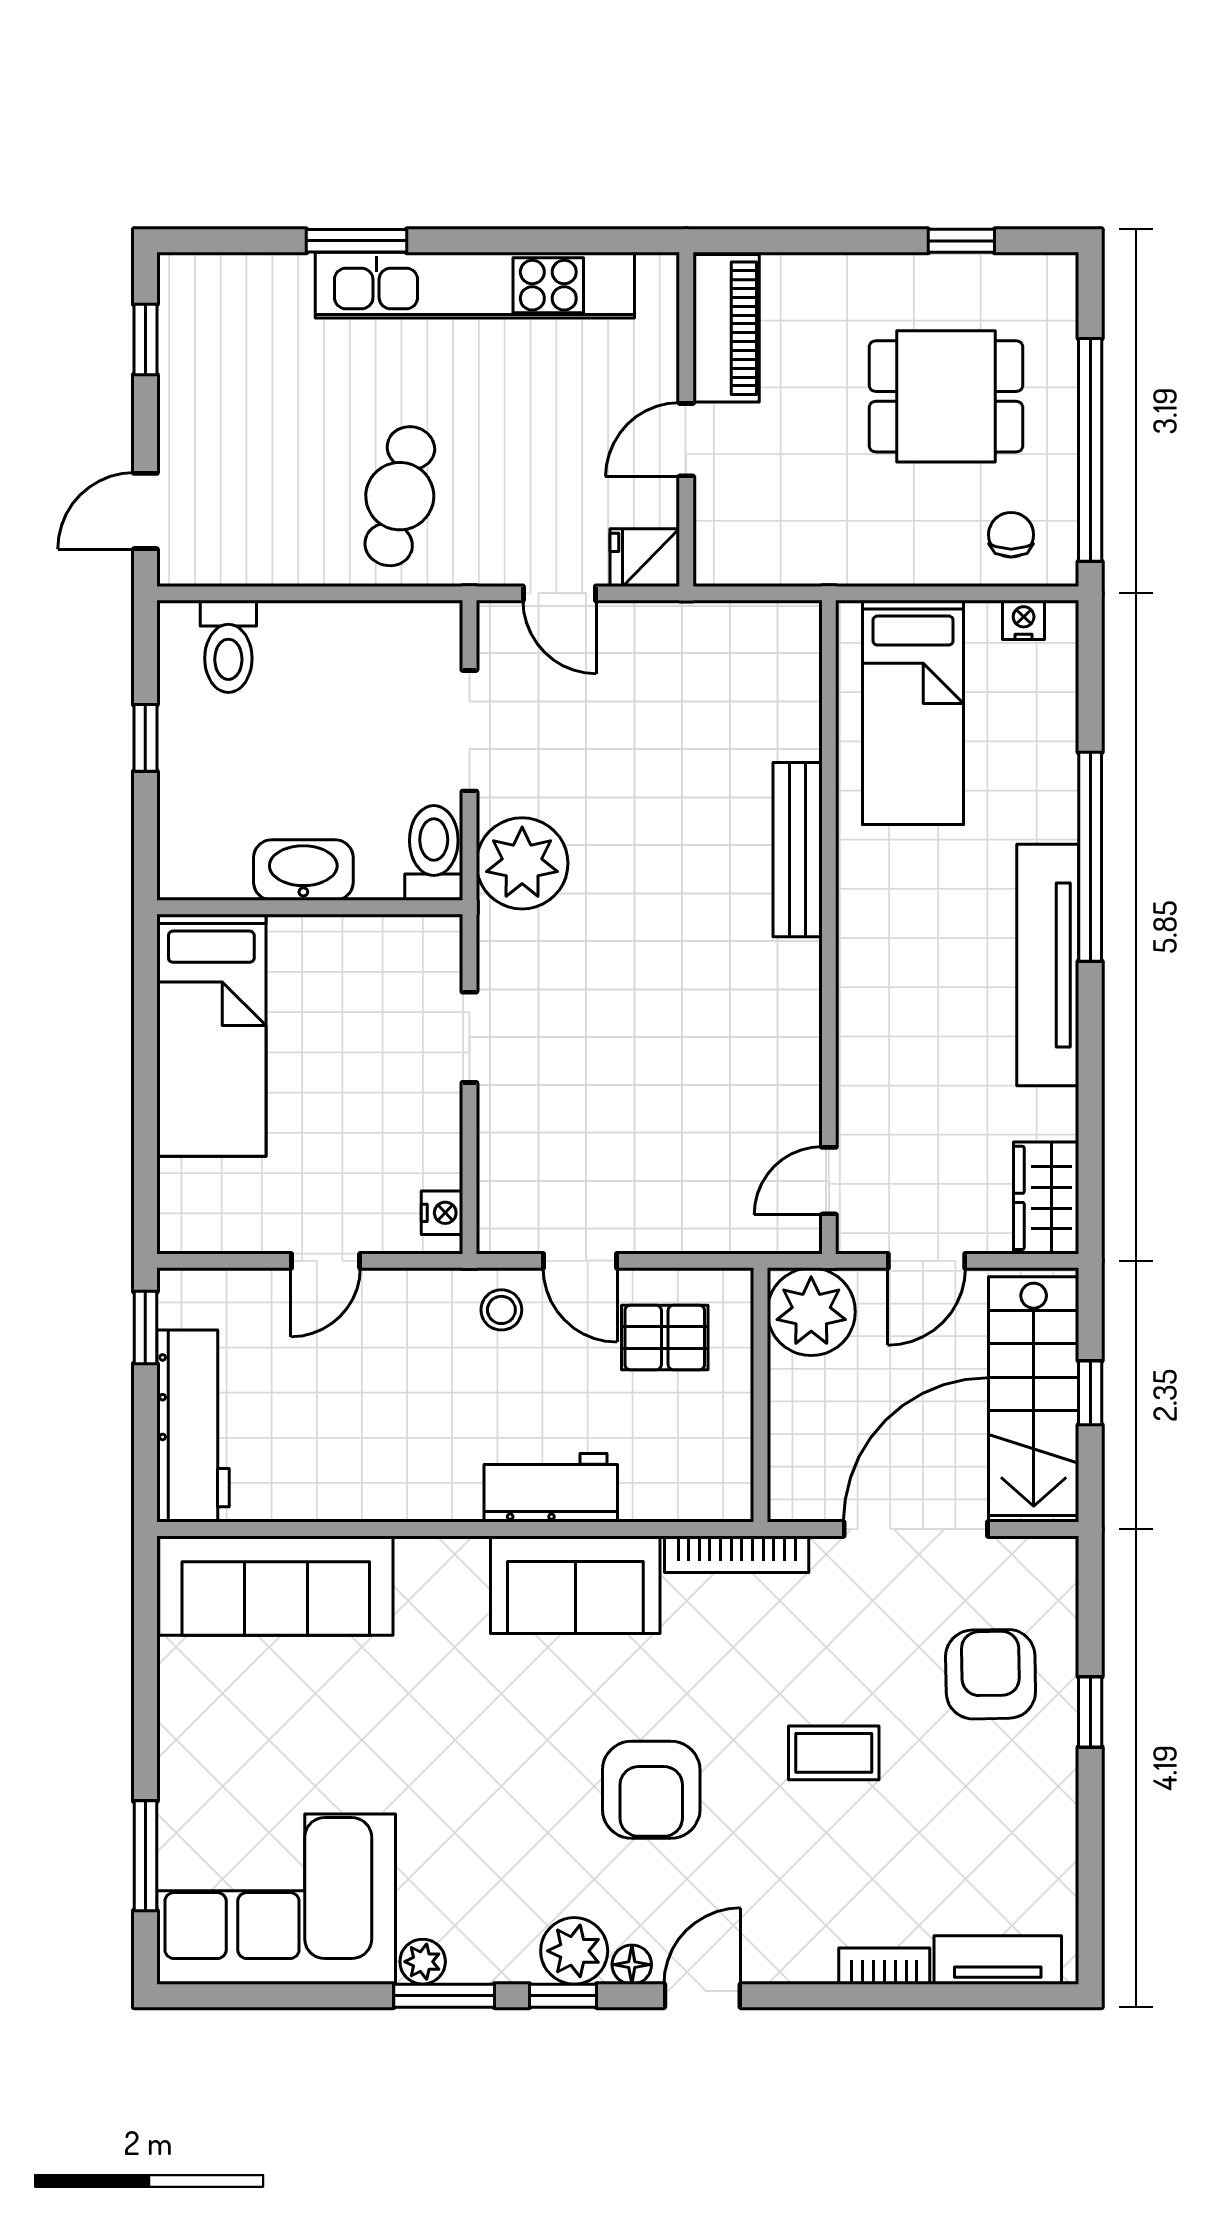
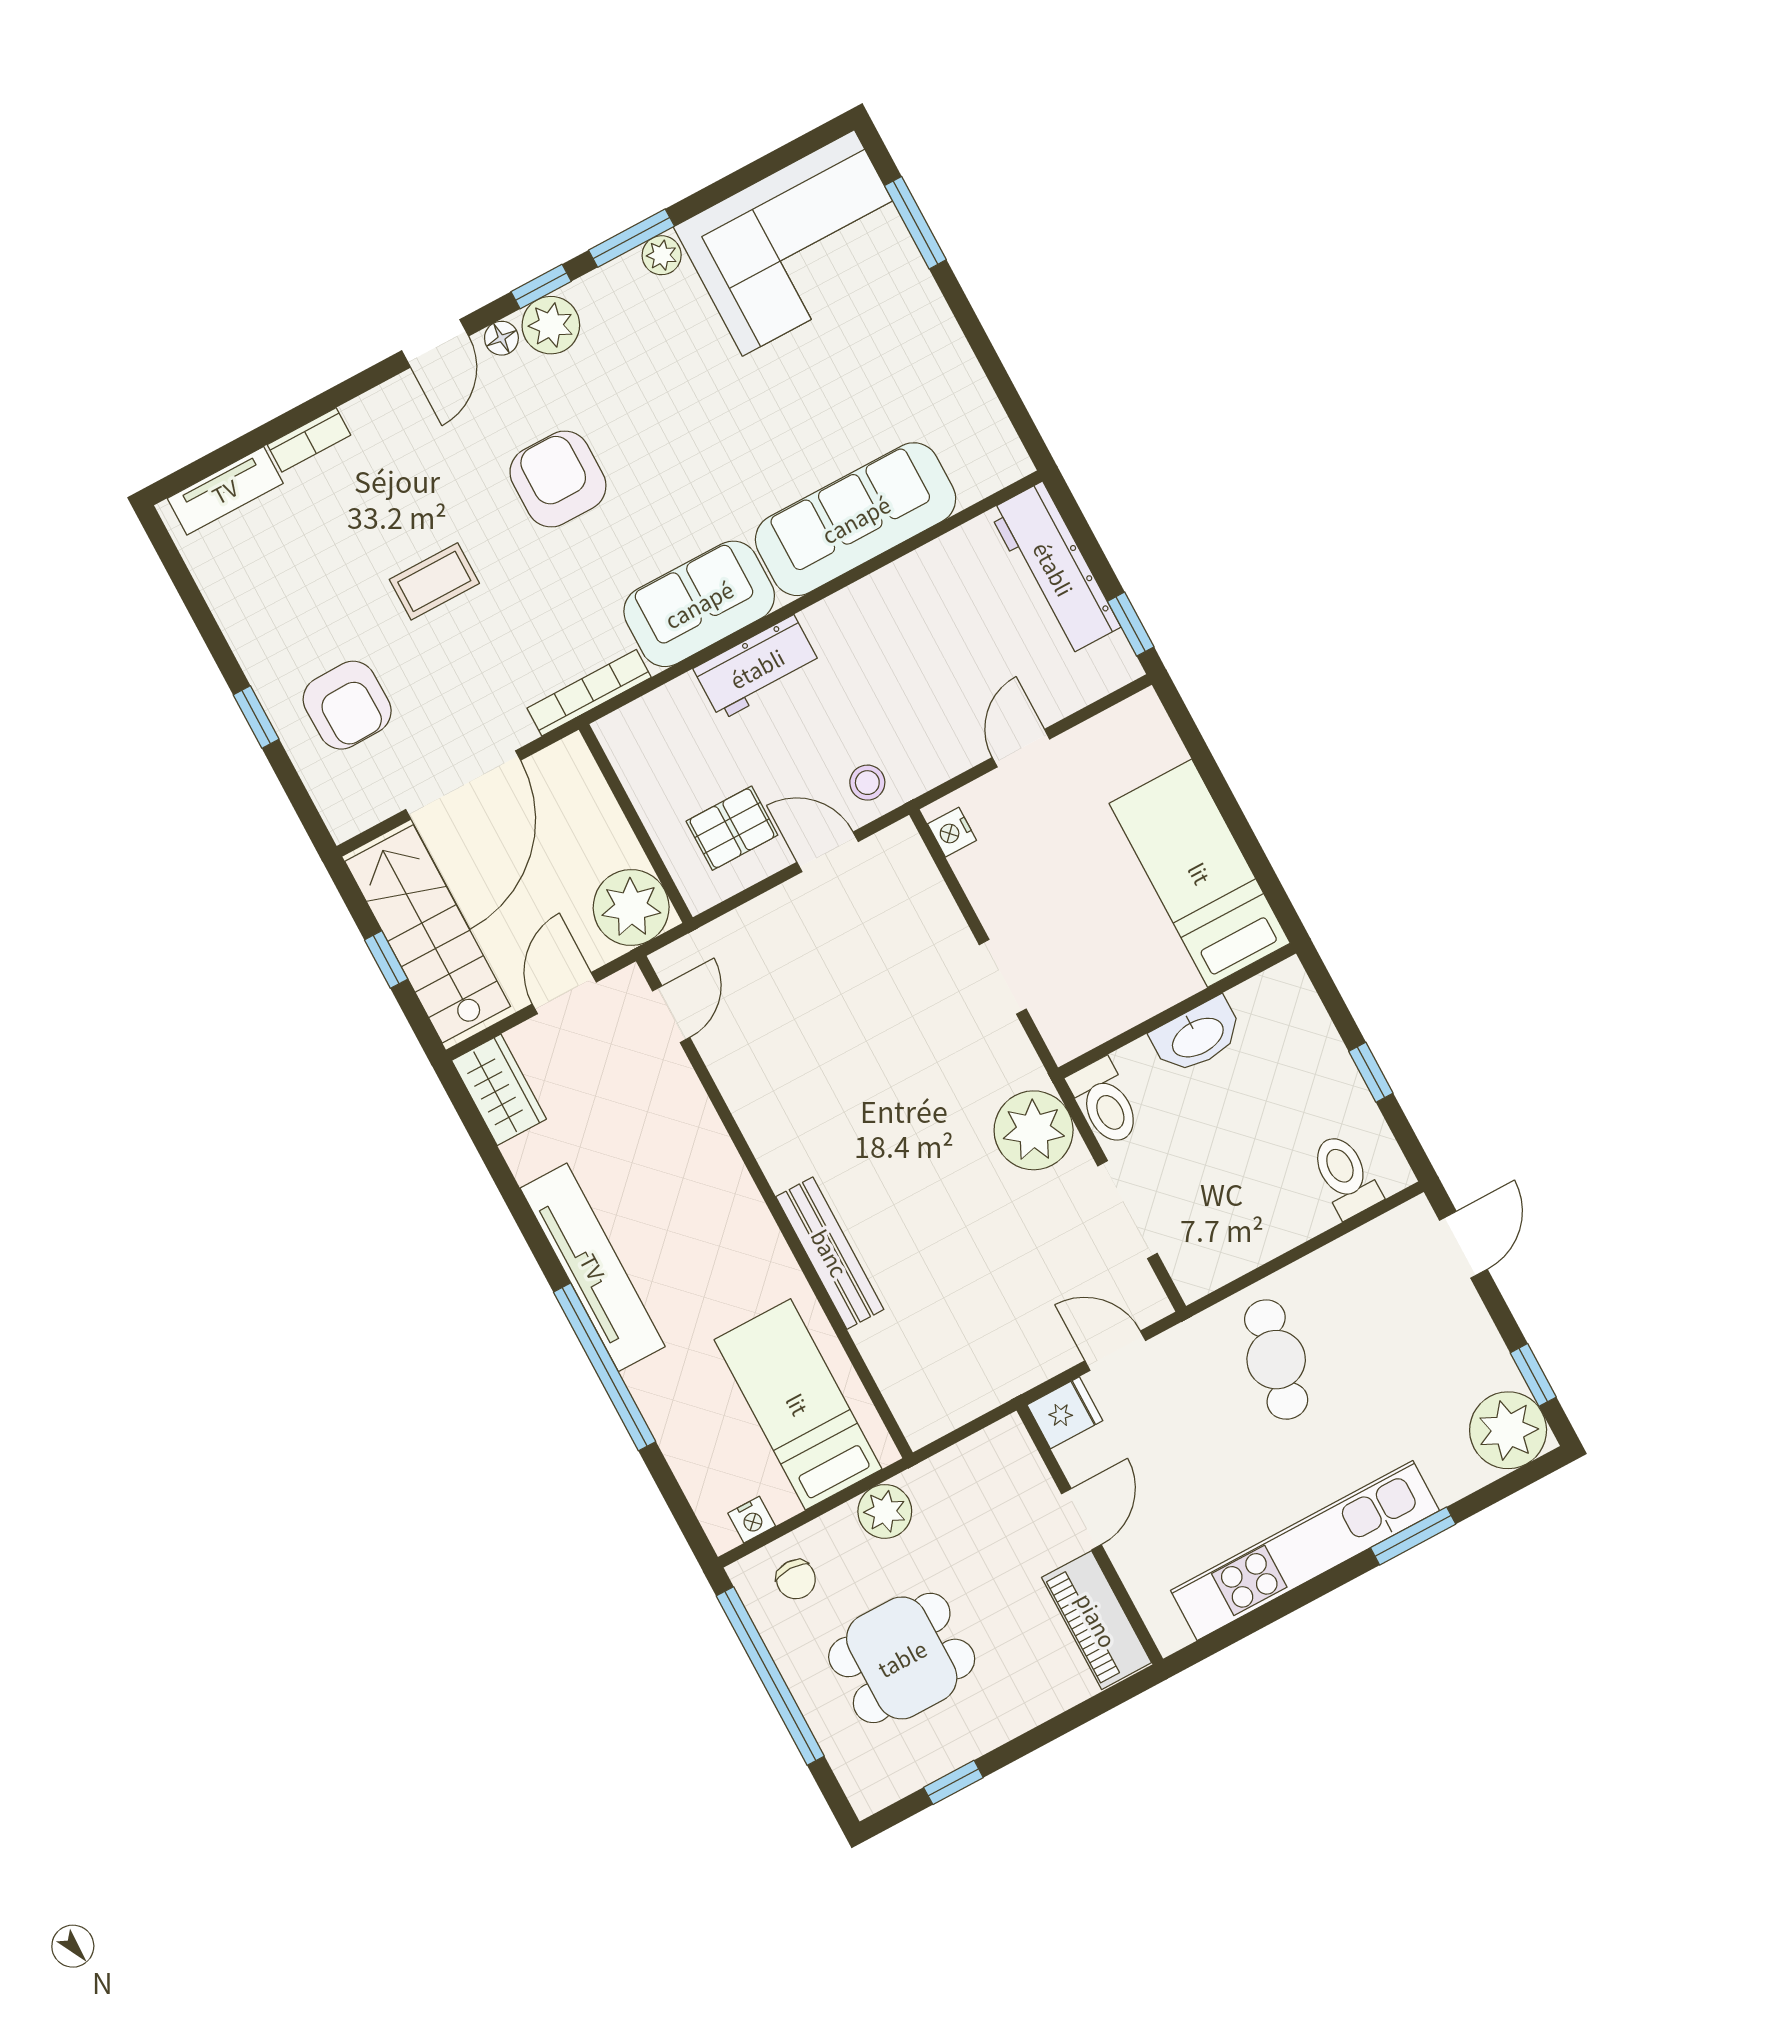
plant: (201, 297) -> (1508, 1430), added
plant: (883, 555) -> (885, 1511), added
sofa: (276, 1586) -> (856, 519), moved

